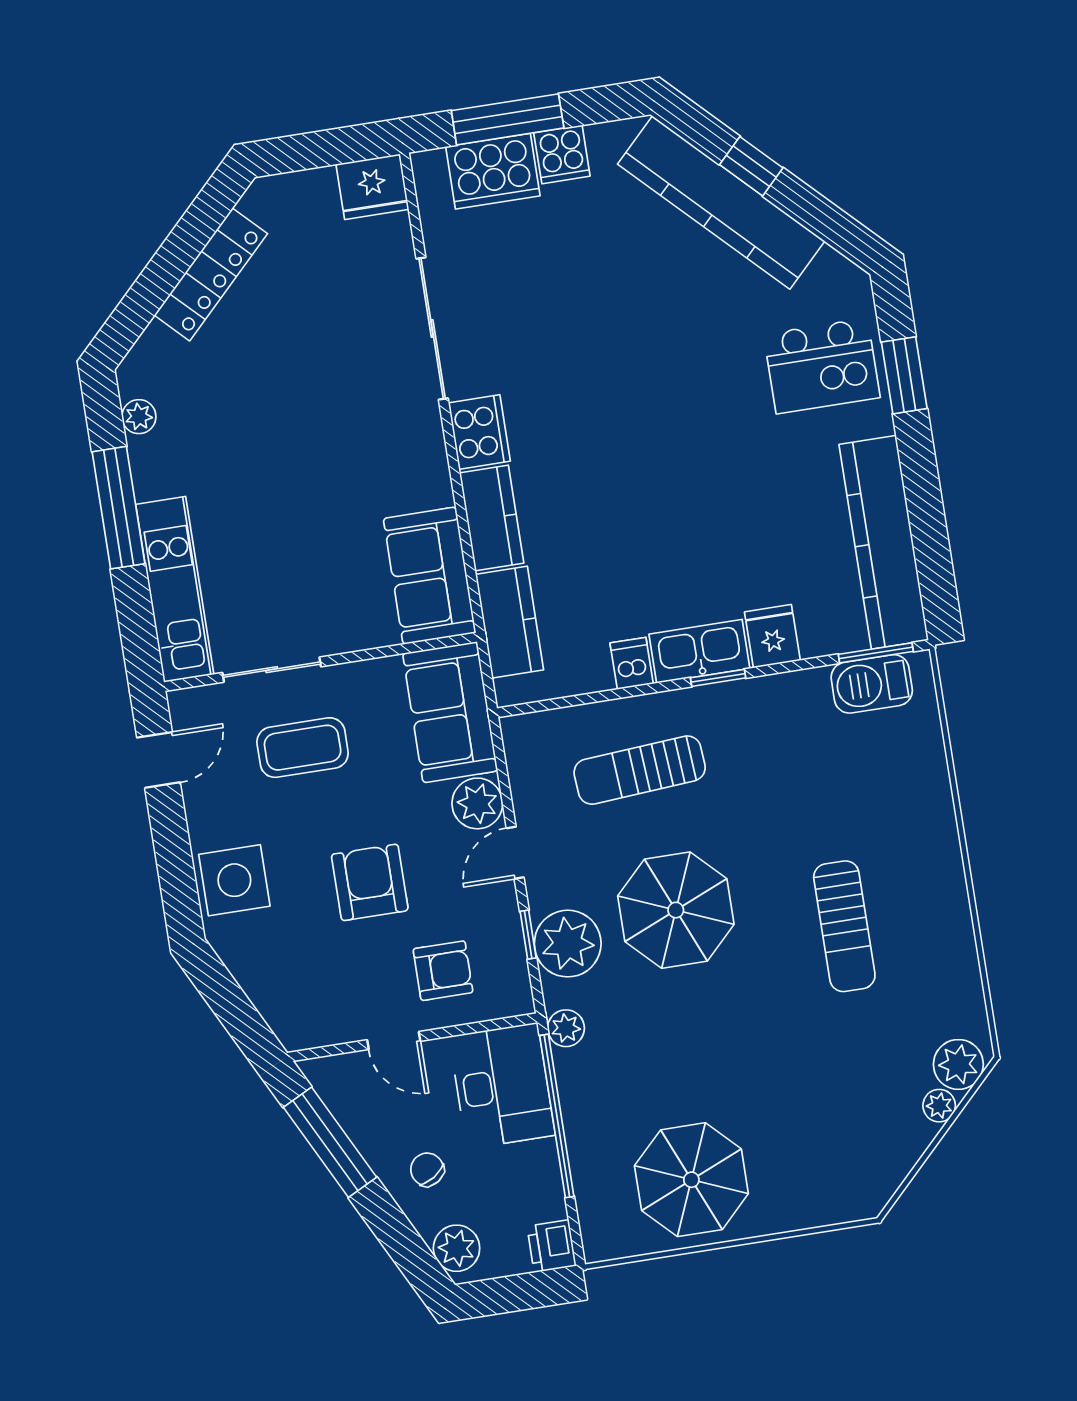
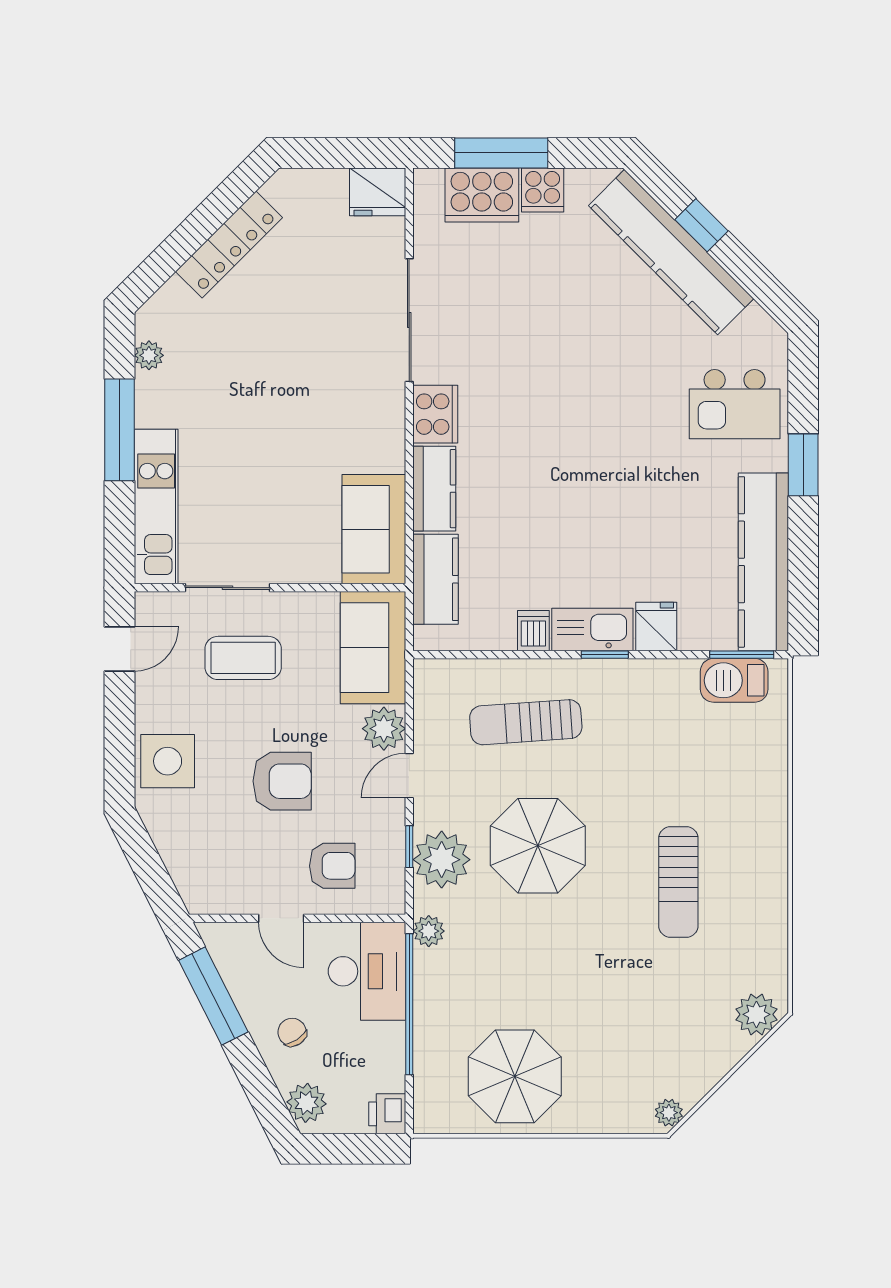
window: (904, 375) -> (803, 465), moved
armchair: (370, 882) -> (282, 781), turned 90
plant: (939, 1106) -> (669, 1113), moved

